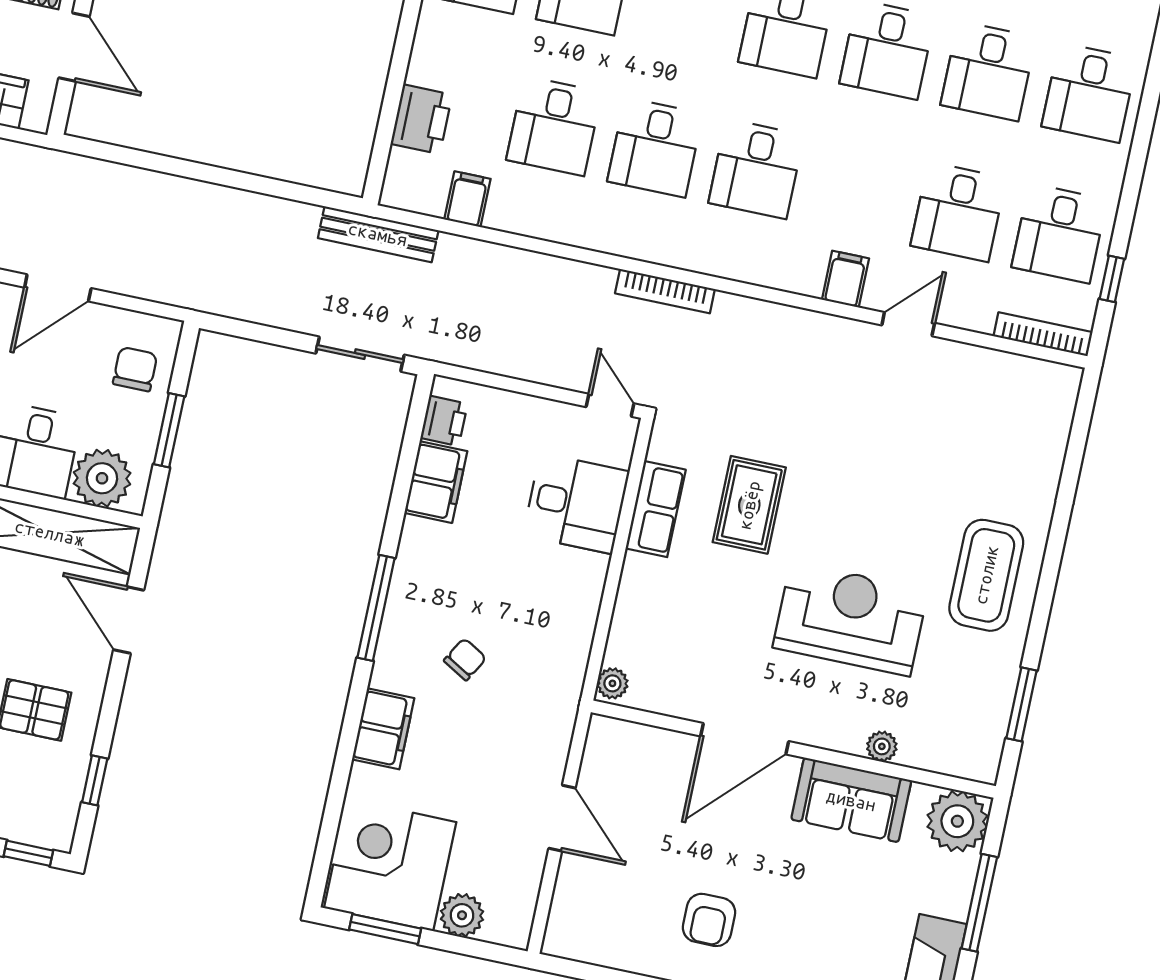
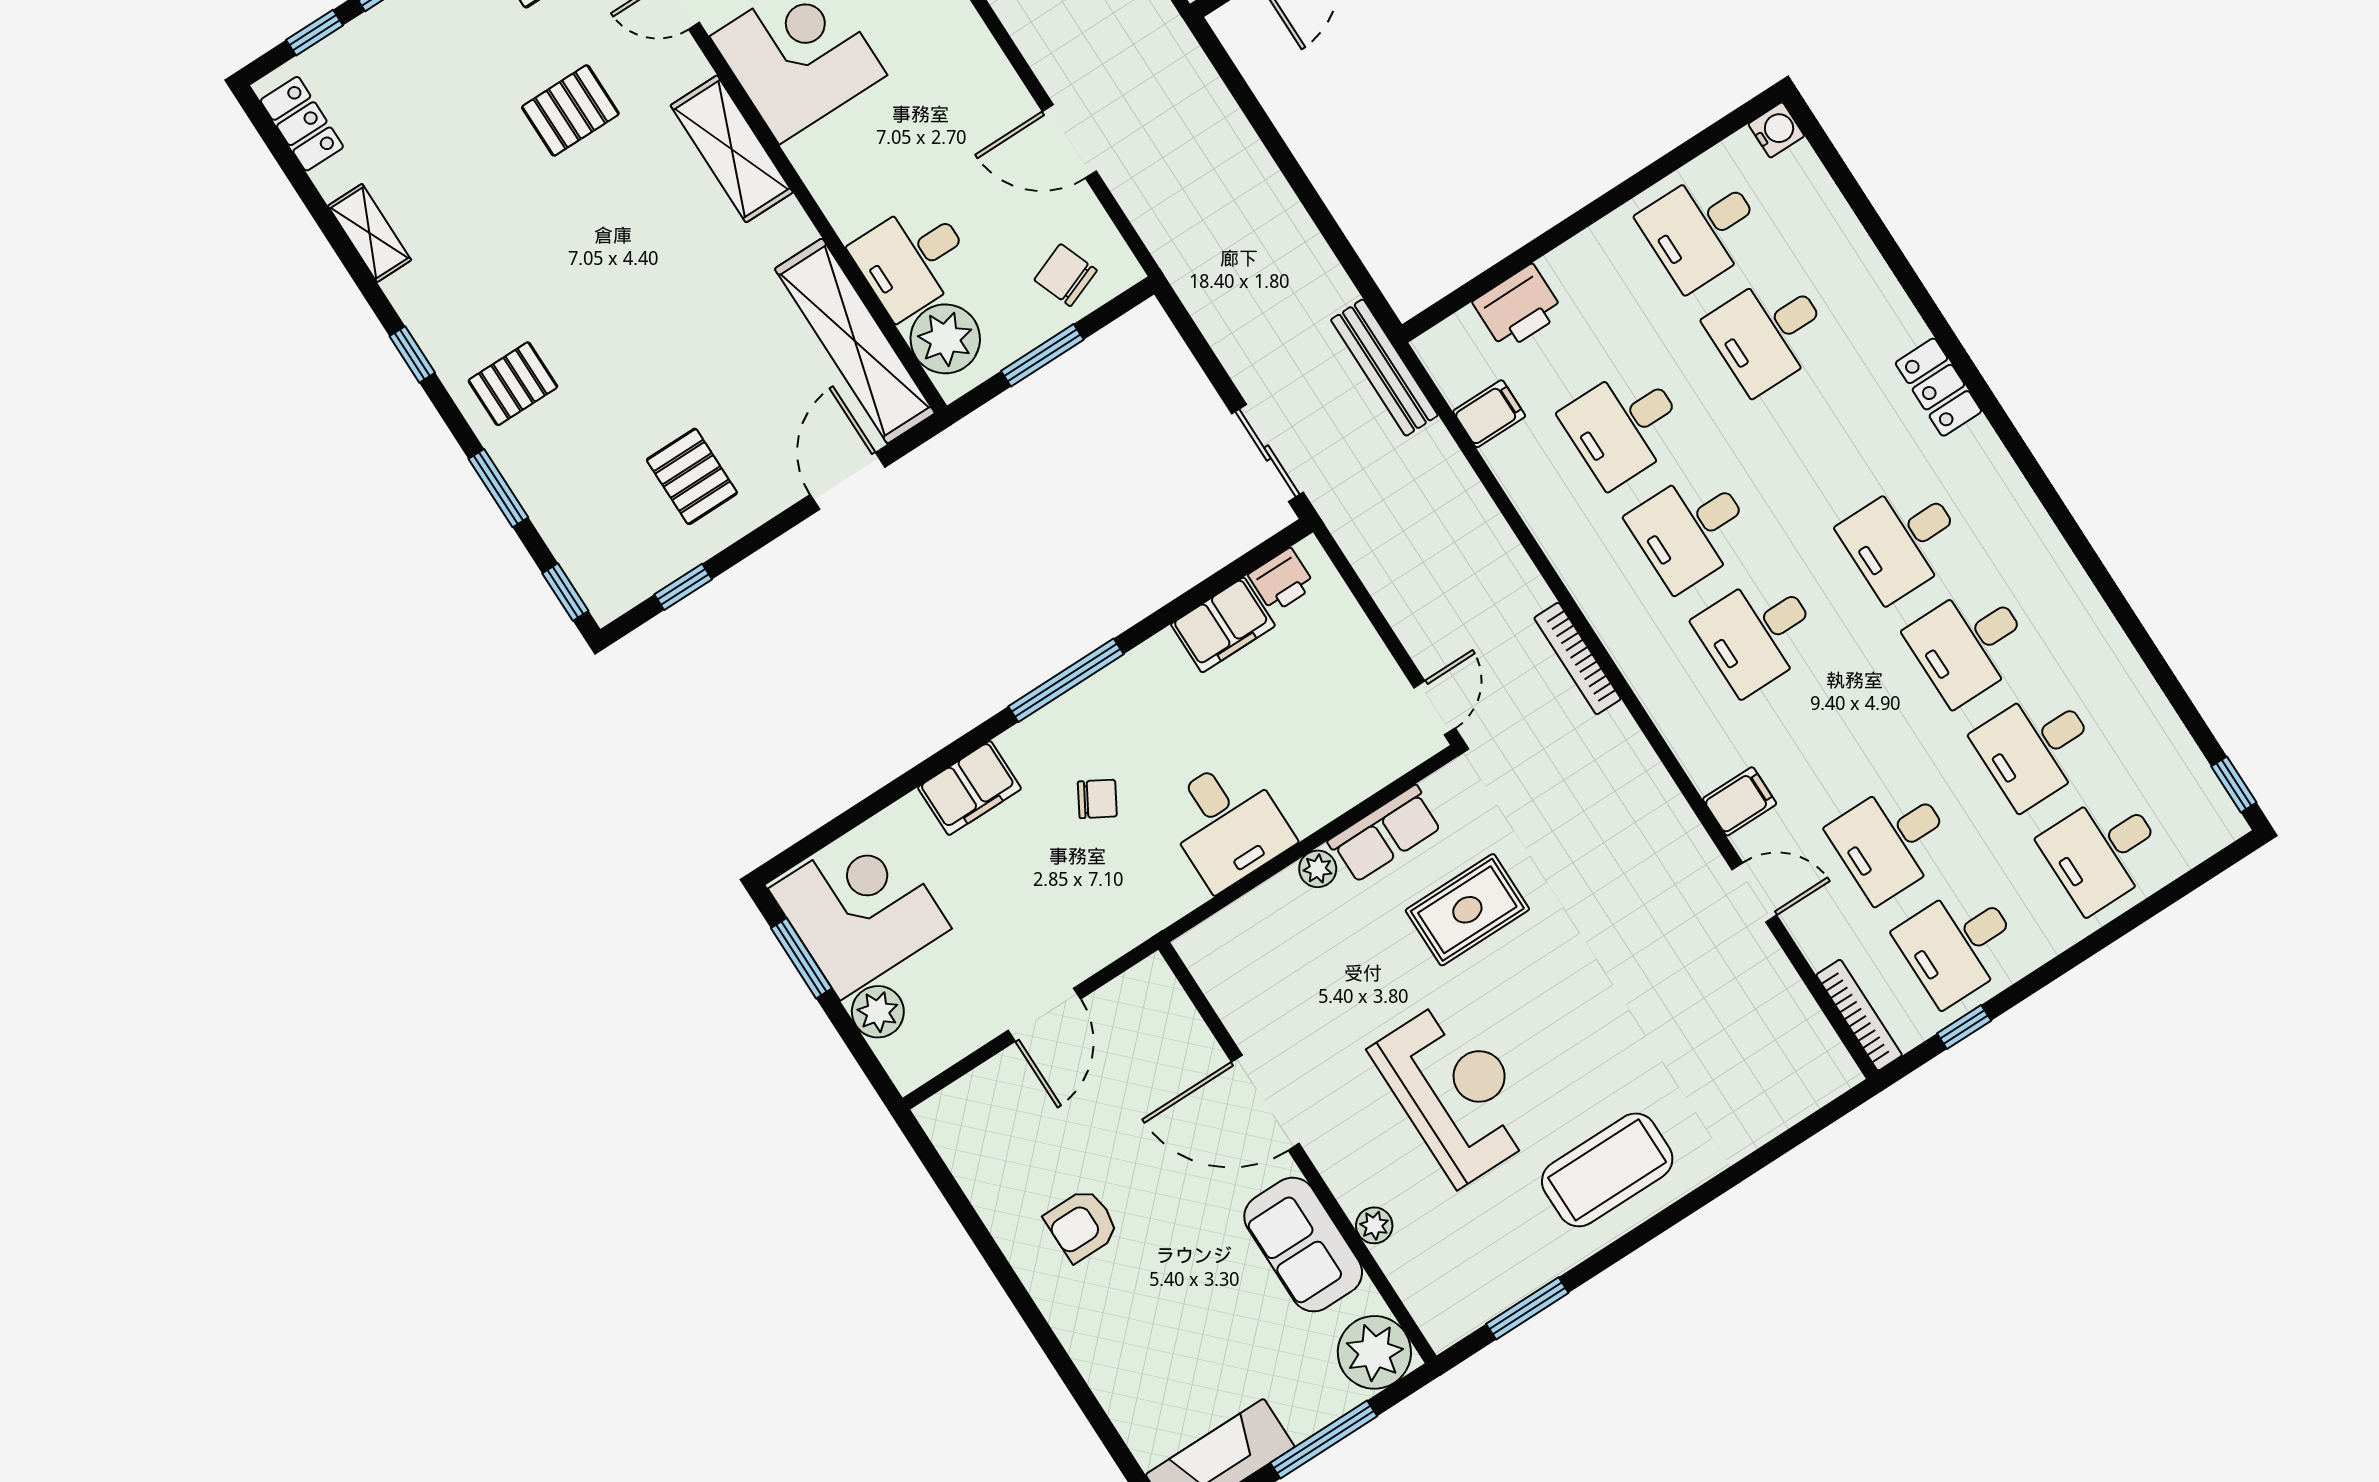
chair: (135, 369) -> (1066, 275), turned -111
desk: (576, 503) -> (1227, 824), moved
plant: (612, 683) -> (1318, 869), moved

